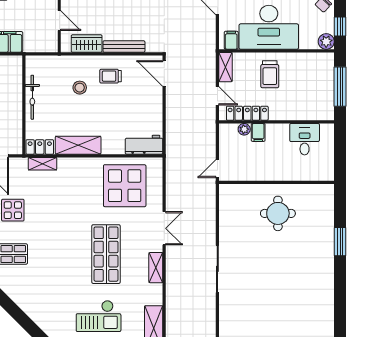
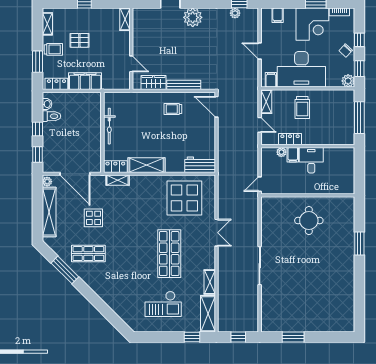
stool: (80, 88) -> (148, 118), removed
locker: (247, 113) -> (290, 139), width x0.66
desk: (305, 139) -> (311, 160), moved
shelving: (156, 268) -> (210, 282), moved

